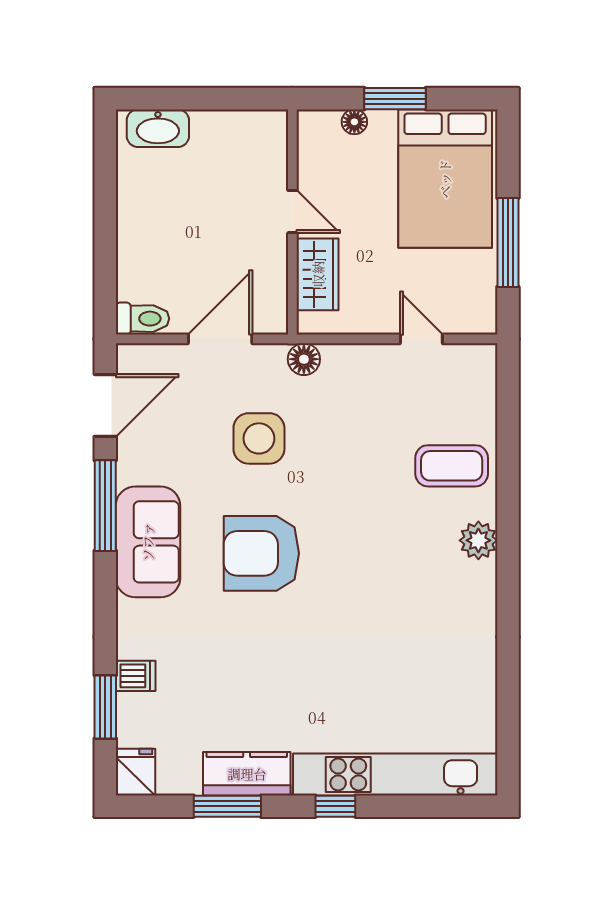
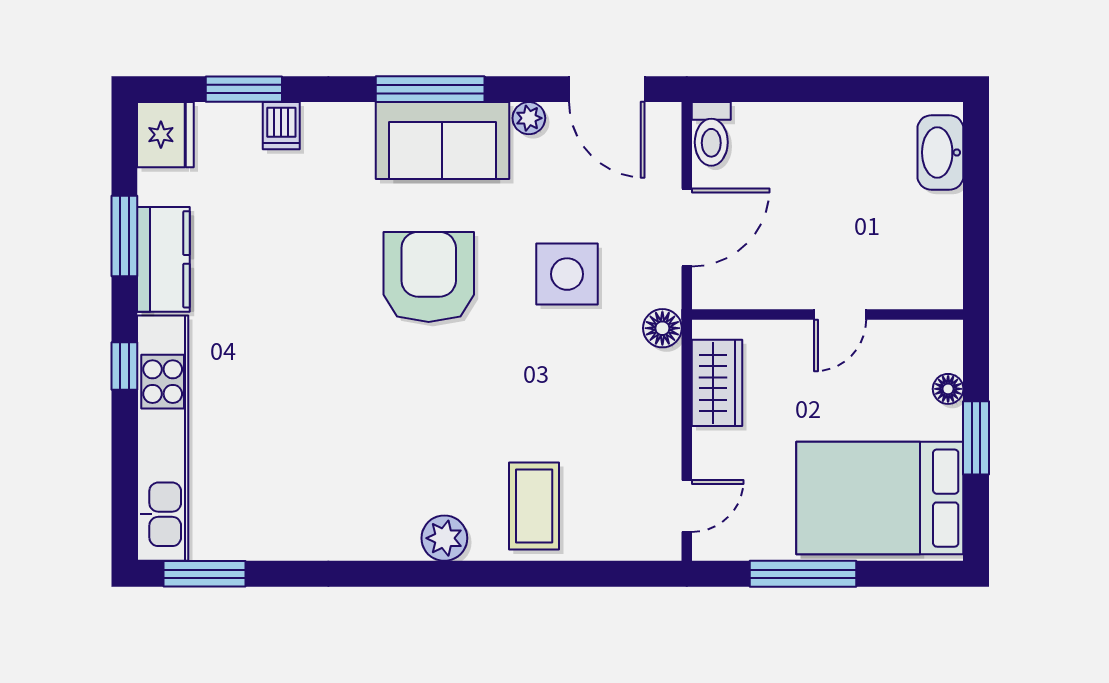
wardrobe: (318, 274) -> (717, 383), moved, turned -90
door: (220, 339) -> (687, 227), hinge flipped
door: (421, 339) -> (687, 506), moved
plant: (129, 470) -> (529, 118), added
window: (105, 506) -> (430, 89), moved
window: (508, 740) -> (204, 574), added
fridge: (136, 772) -> (165, 135), width x1.38

